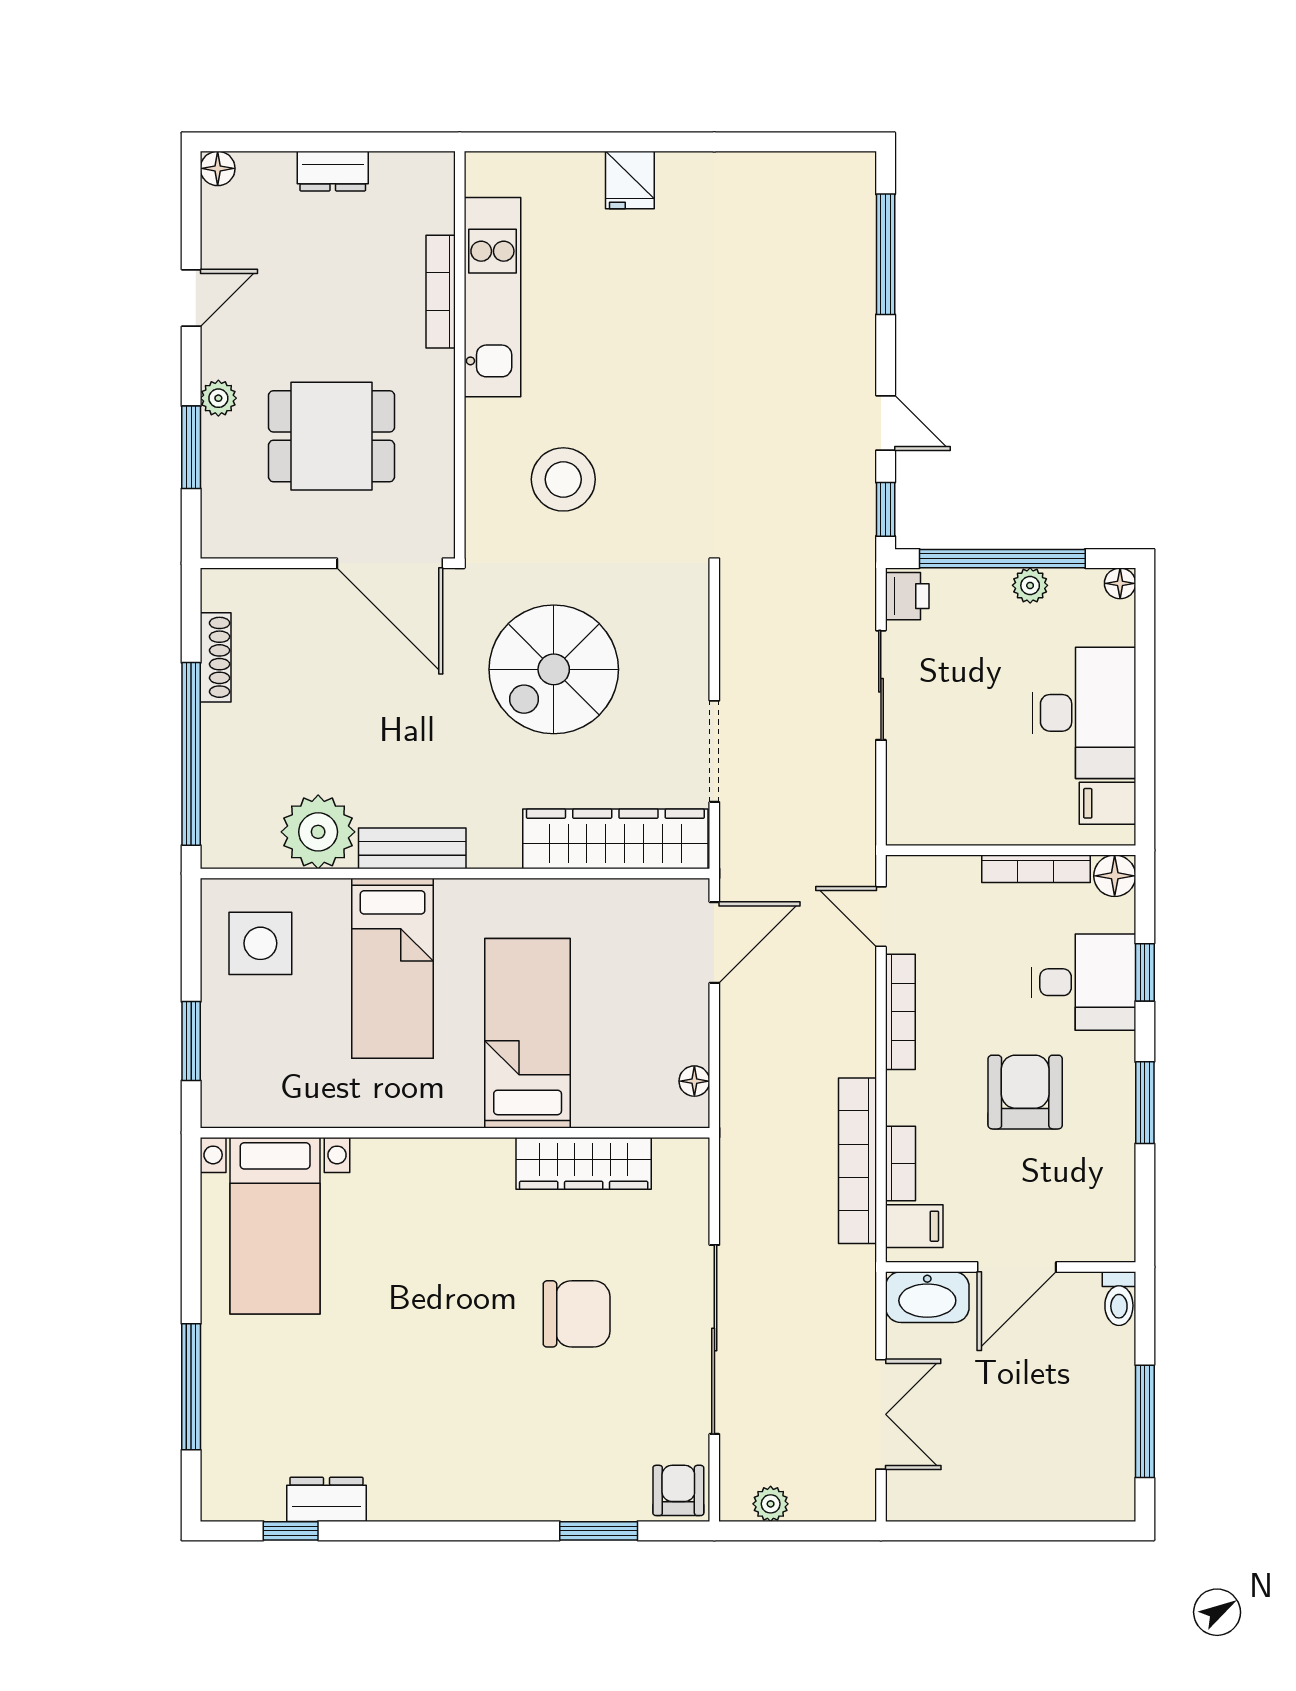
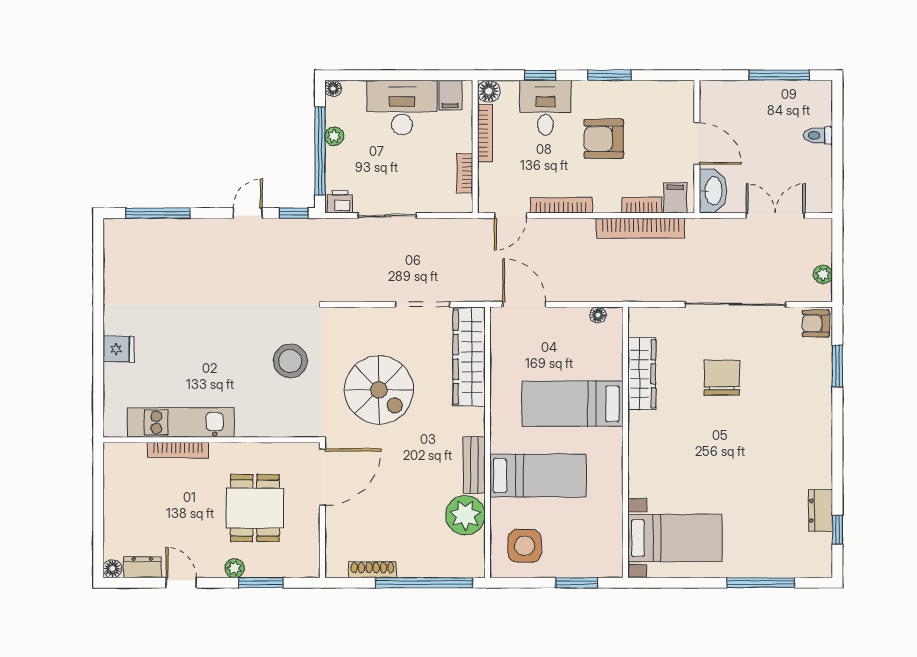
dresser: (333, 171) -> (142, 567), moved, turned -90
stool: (563, 479) -> (290, 361), moved
bookcase: (961, 831) -> (465, 173), added
toilet: (1119, 1299) -> (818, 135), moved, turned 180

